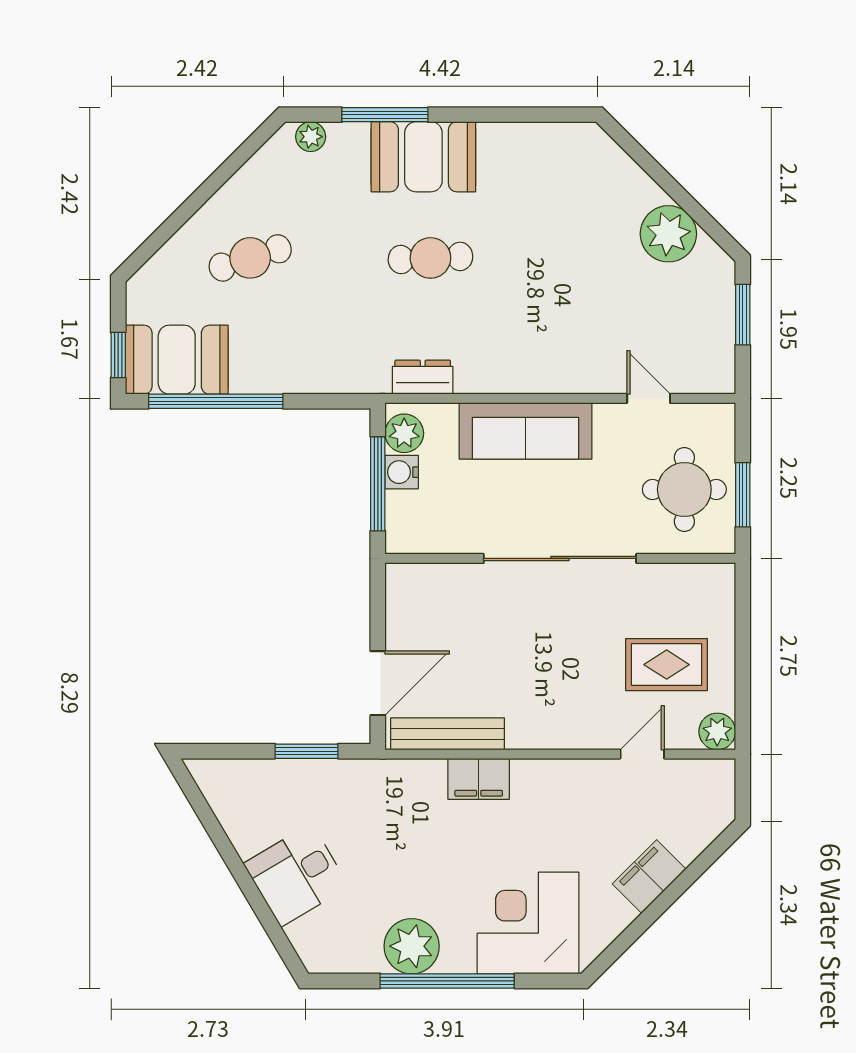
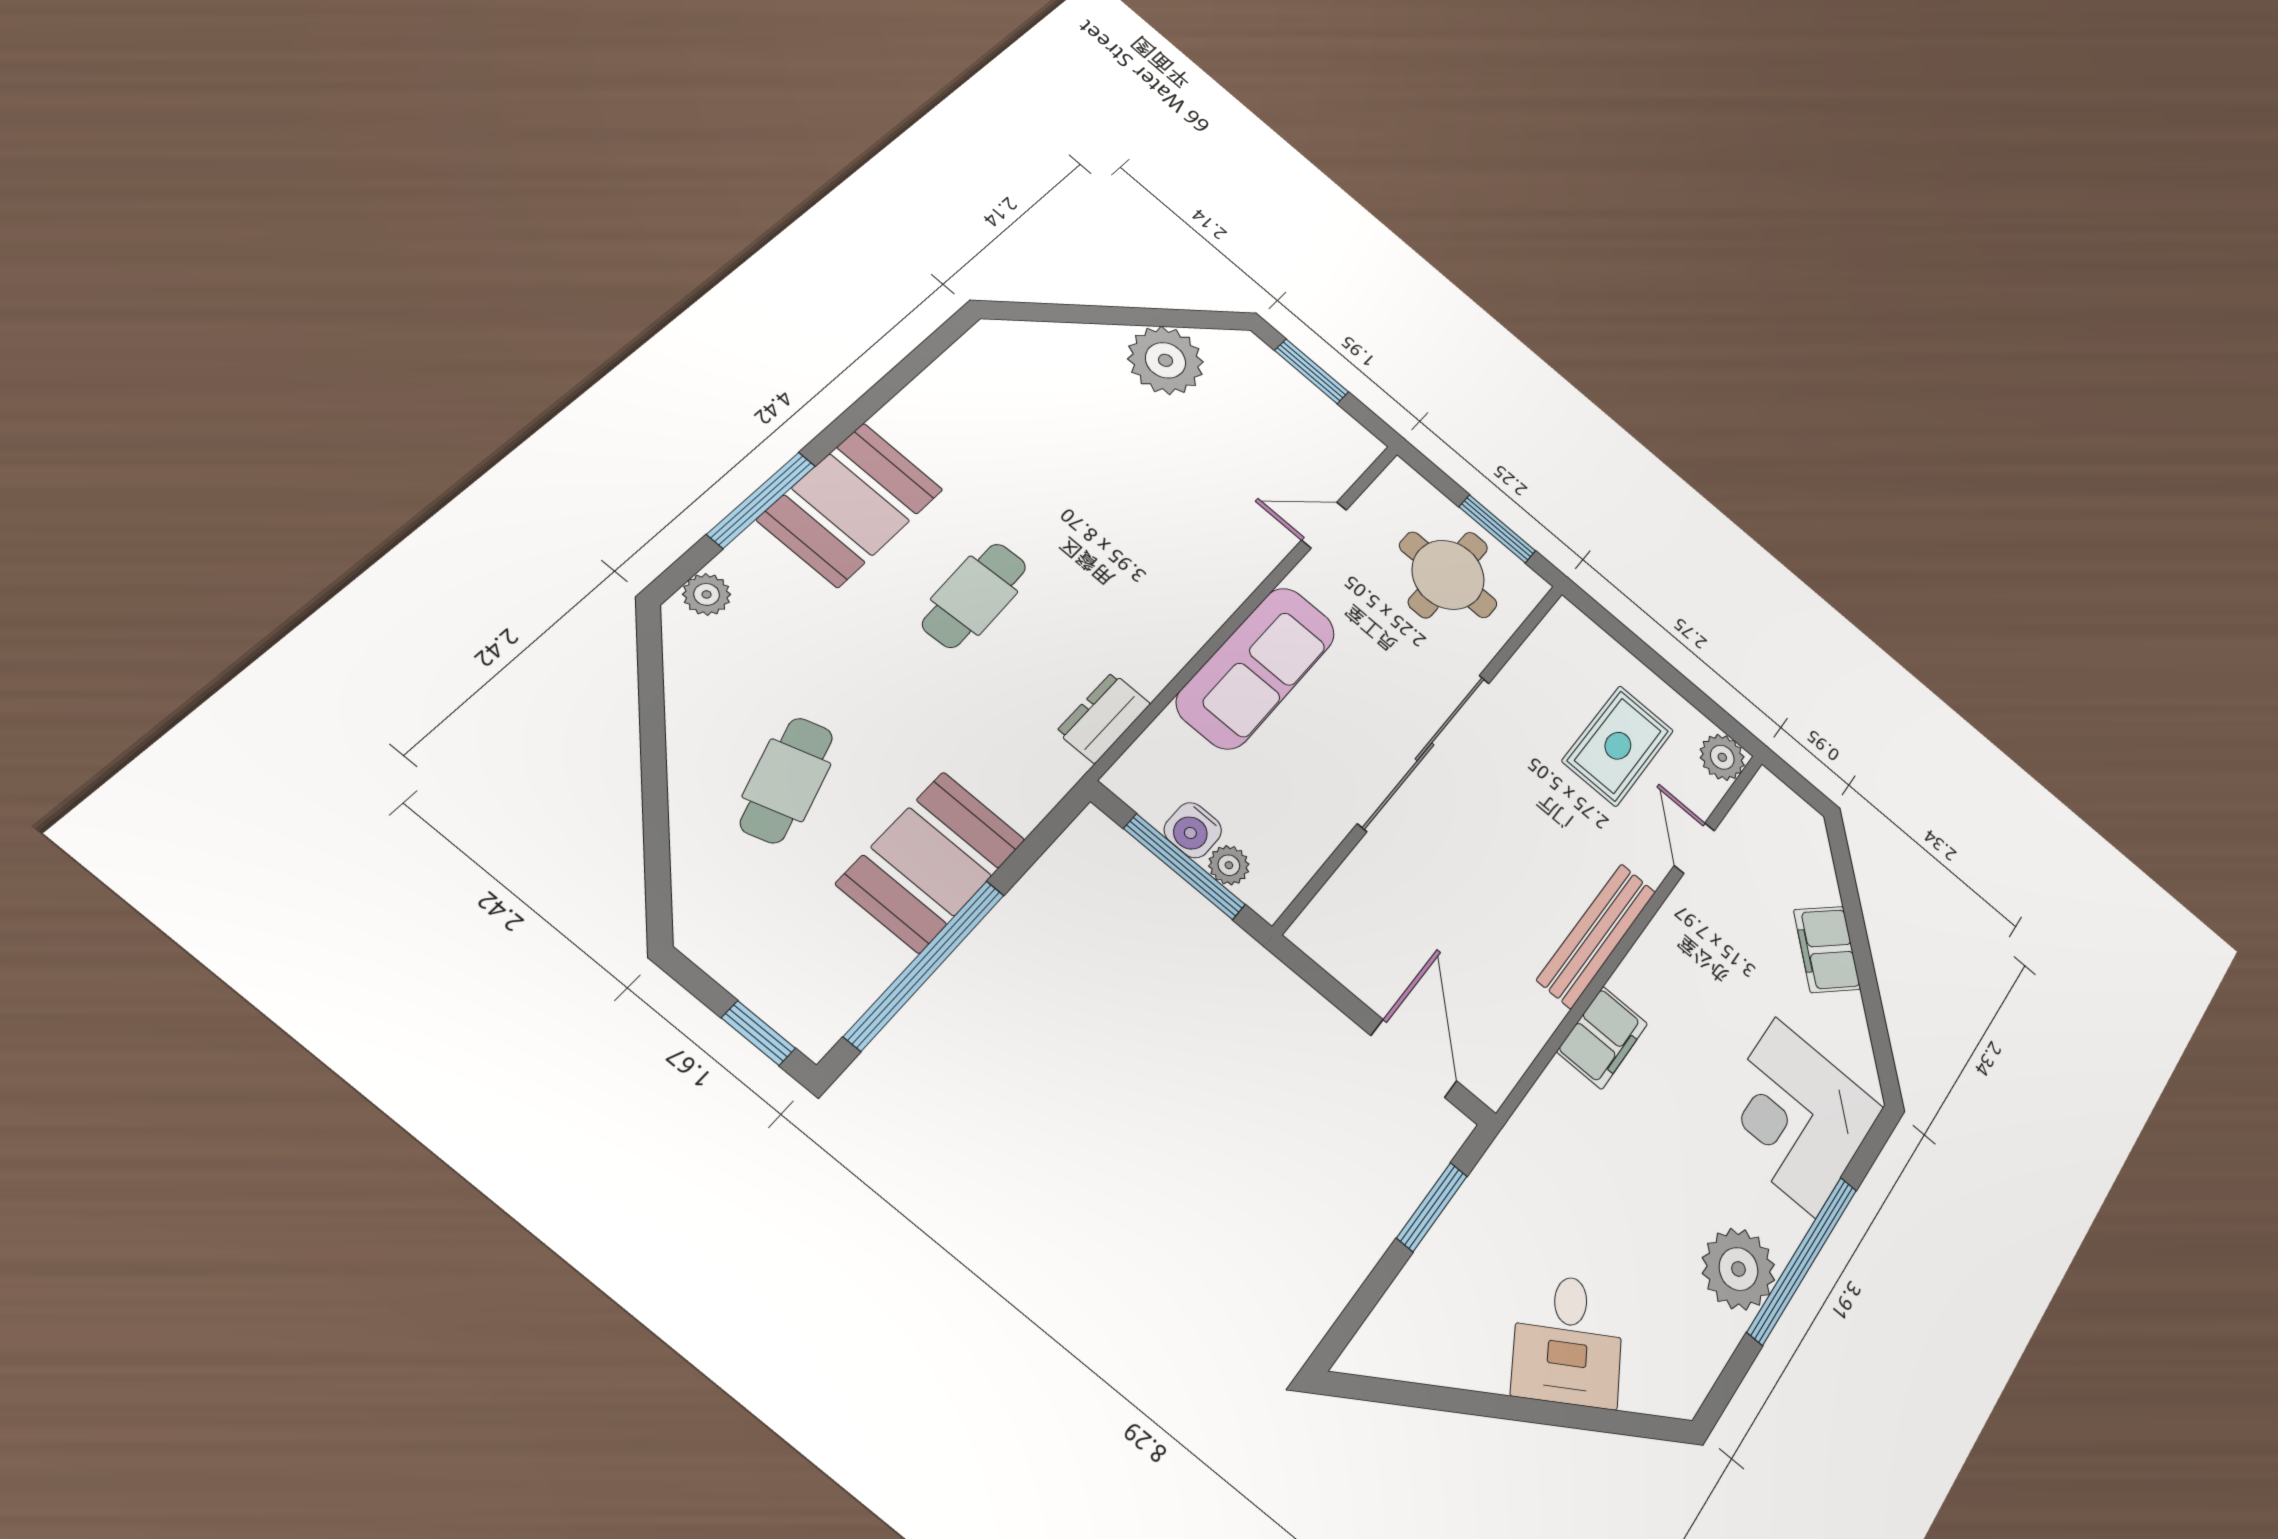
booth: (177, 360) -> (931, 862), moved
plant: (404, 433) -> (1229, 865), moved, width x0.73, depth x0.73
bench: (447, 734) -> (1597, 936), moved

